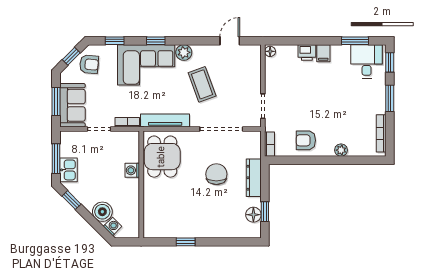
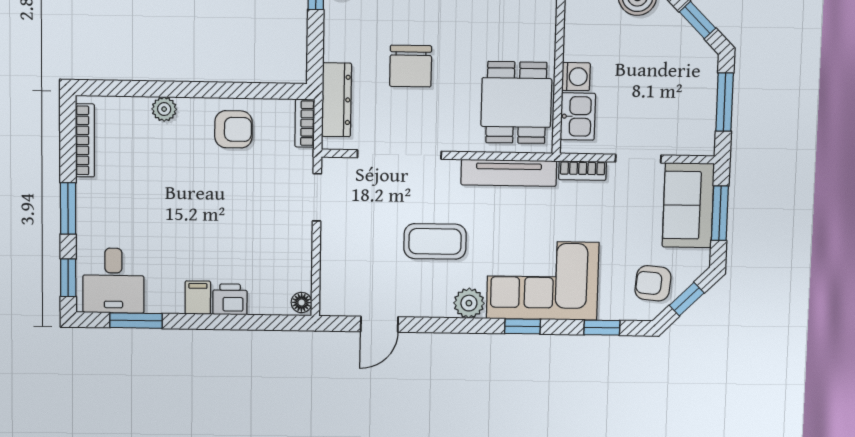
coffee table: (202, 84) -> (435, 241), turned -70
kitchen sink: (68, 170) -> (578, 116), moved, turned 180
dresser: (254, 178) -> (336, 100), moved

